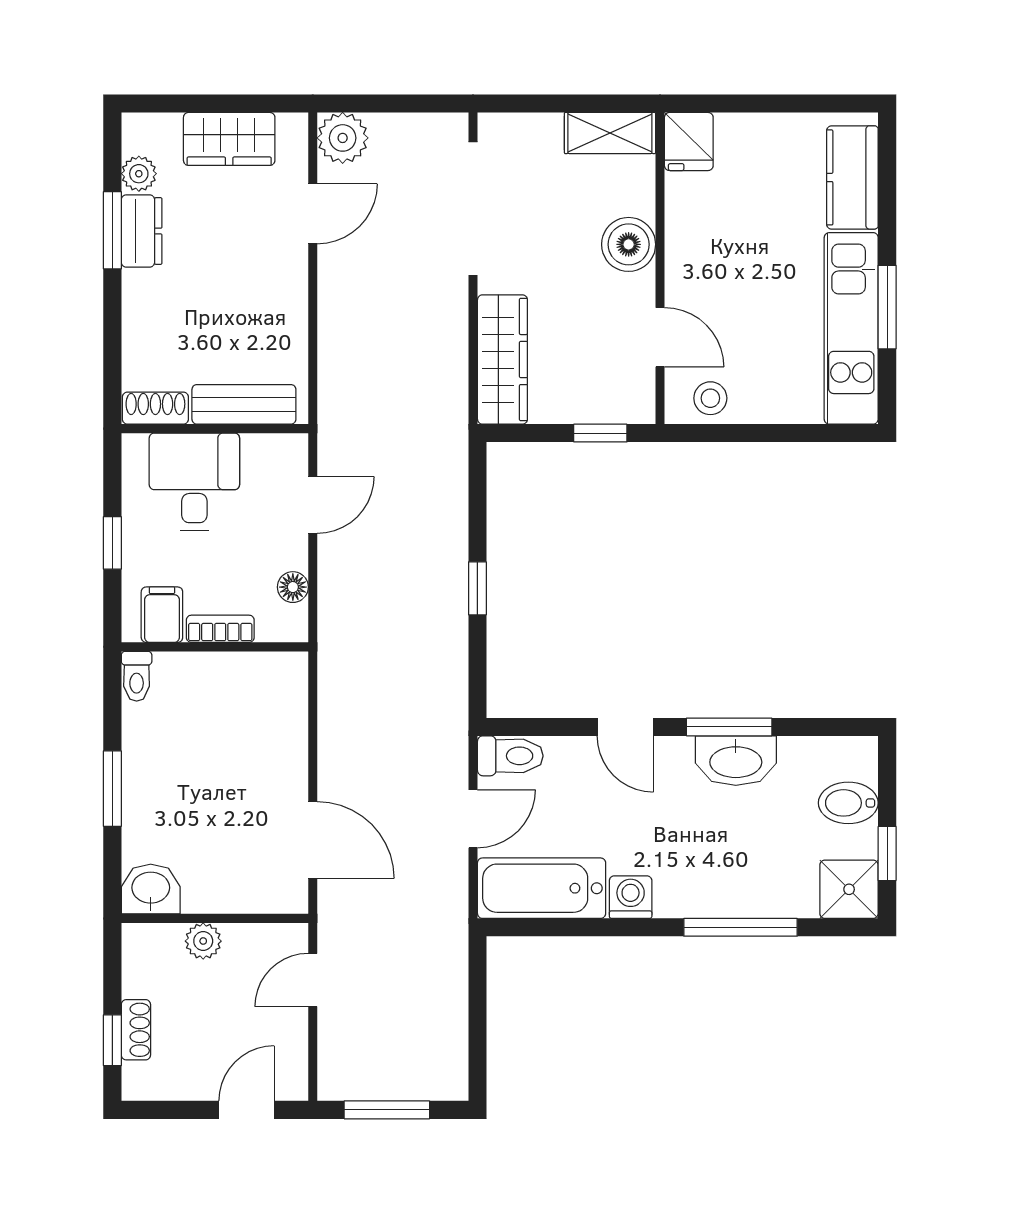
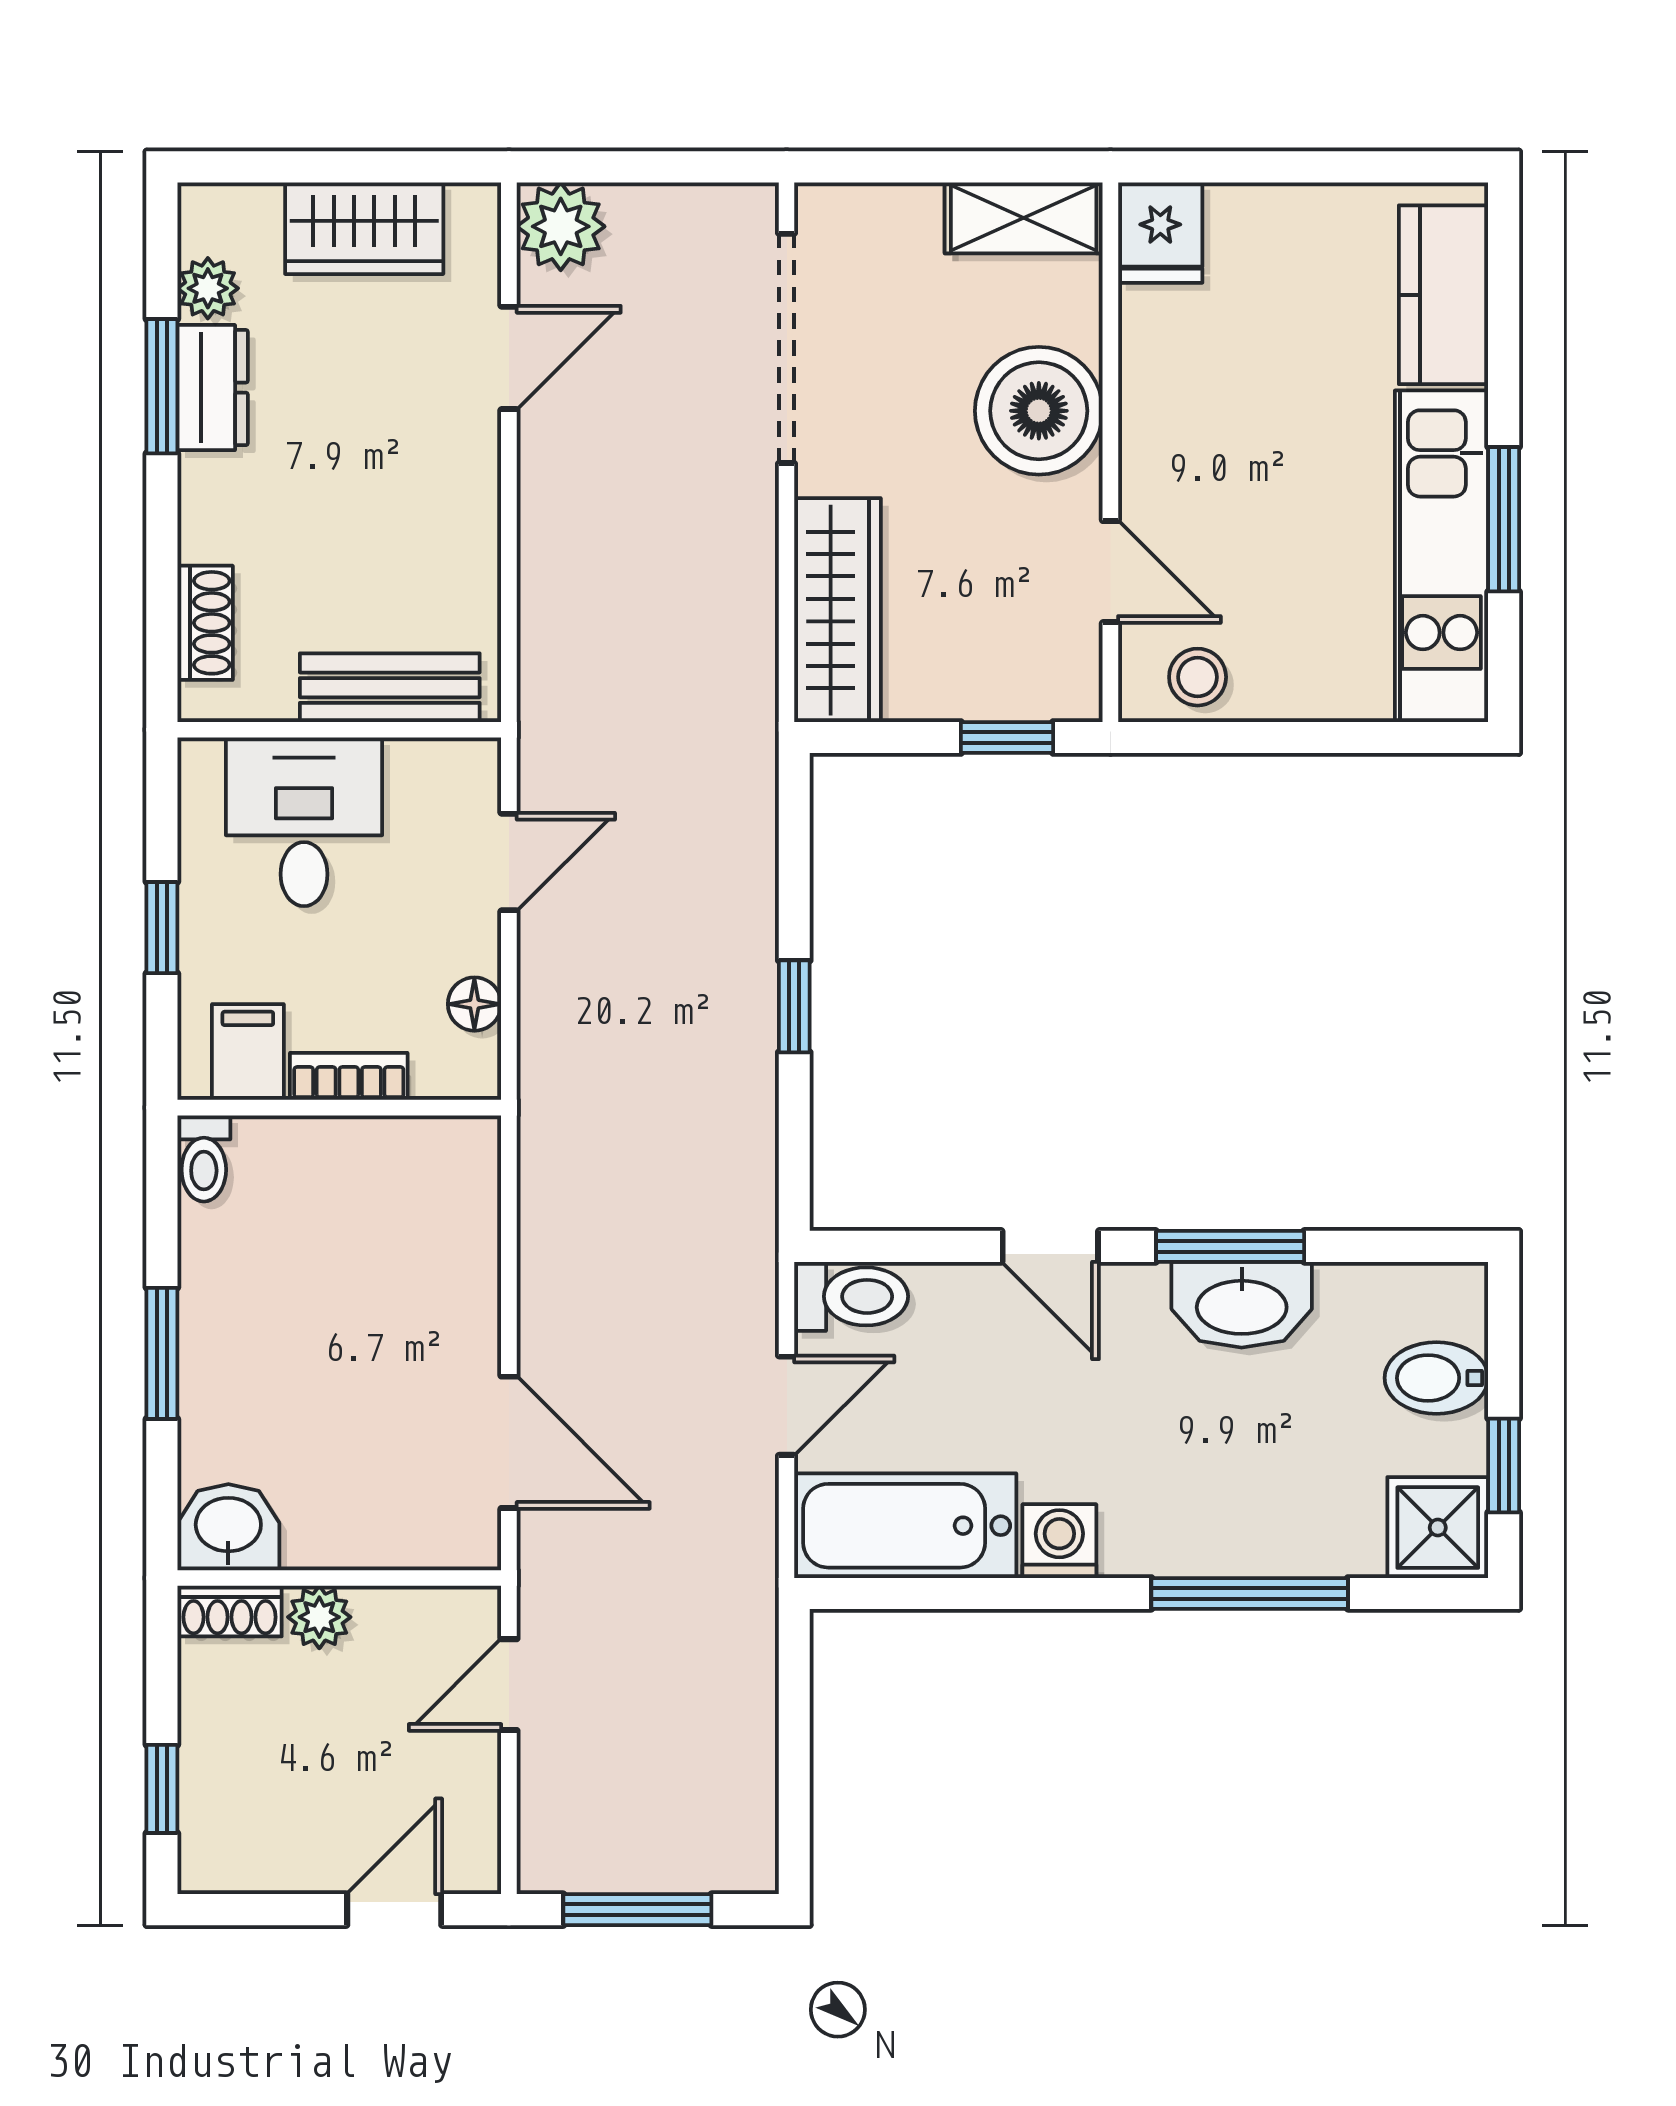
boiler: (629, 244) -> (1039, 411), width x1.37, depth x1.37
shoe rack: (155, 408) -> (205, 623), moved, turned 90
shoe rack: (136, 1030) -> (230, 1611), moved, turned 90

